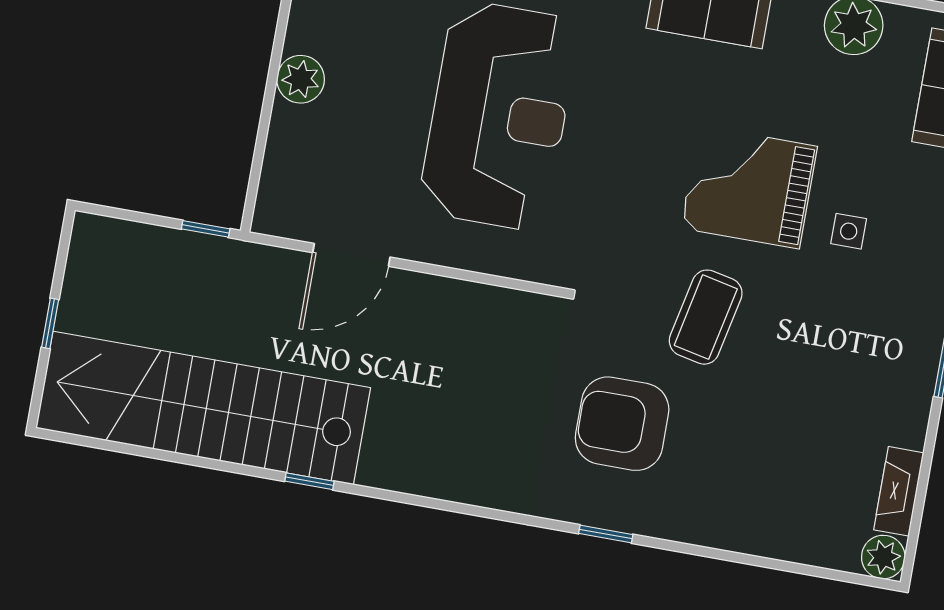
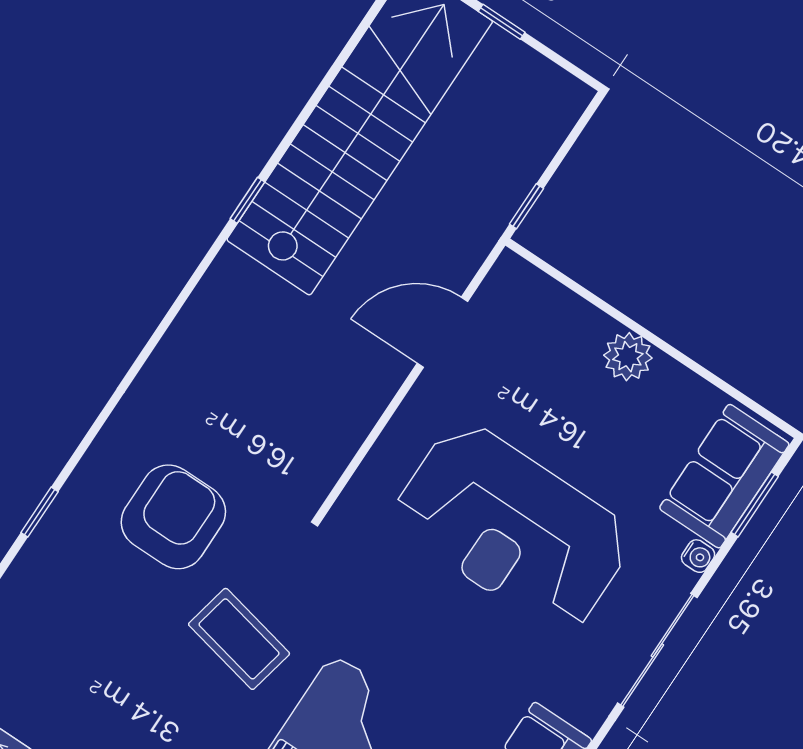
door: (351, 255) -> (442, 332), hinge flipped
window: (606, 534) -> (40, 512), moved

